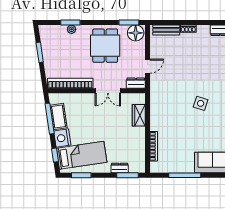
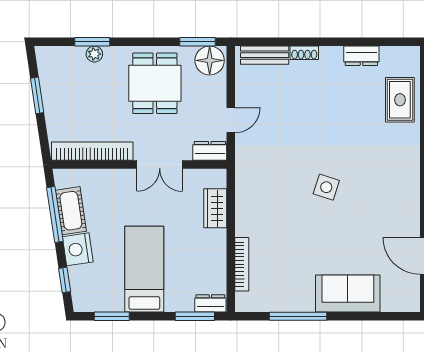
bed: (82, 155) -> (144, 269), moved, turned -82
dresser: (120, 168) -> (210, 303), moved

